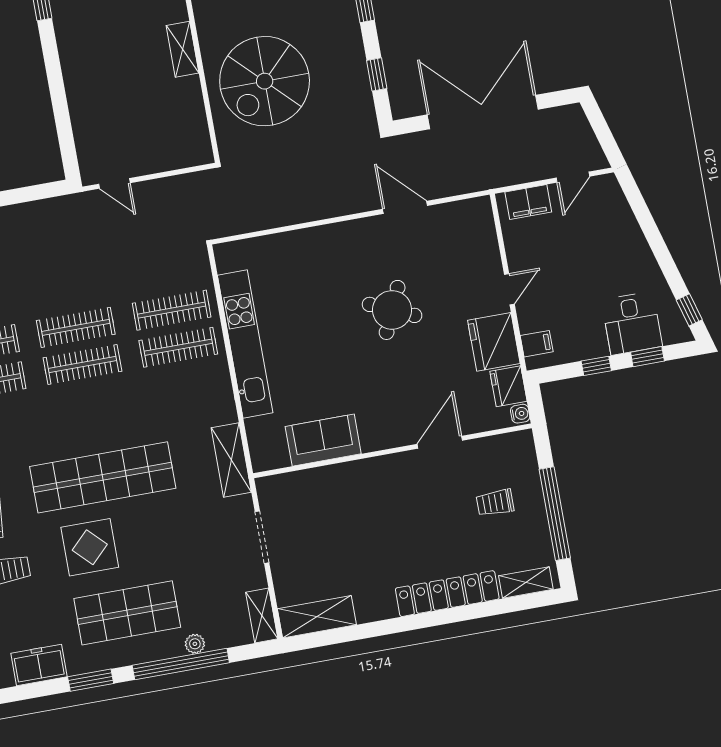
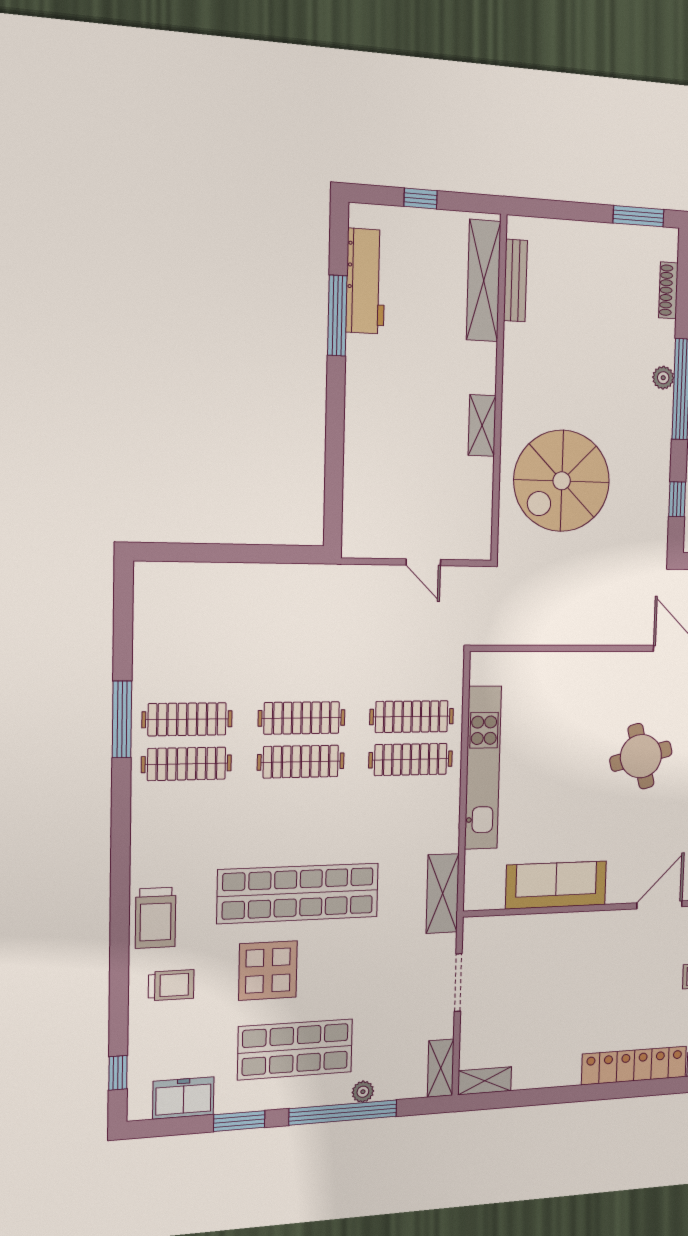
door: (114, 183) -> (423, 562), moved
round table: (392, 310) -> (641, 756), turned -38
sofa: (323, 440) -> (556, 885), width x1.36
shelving: (317, 617) -> (485, 1081), width x0.67, depth x0.75

